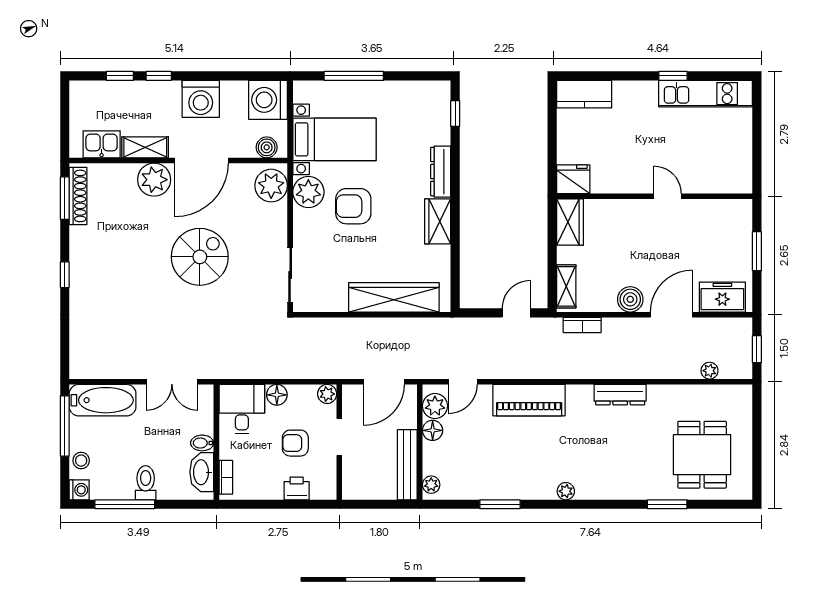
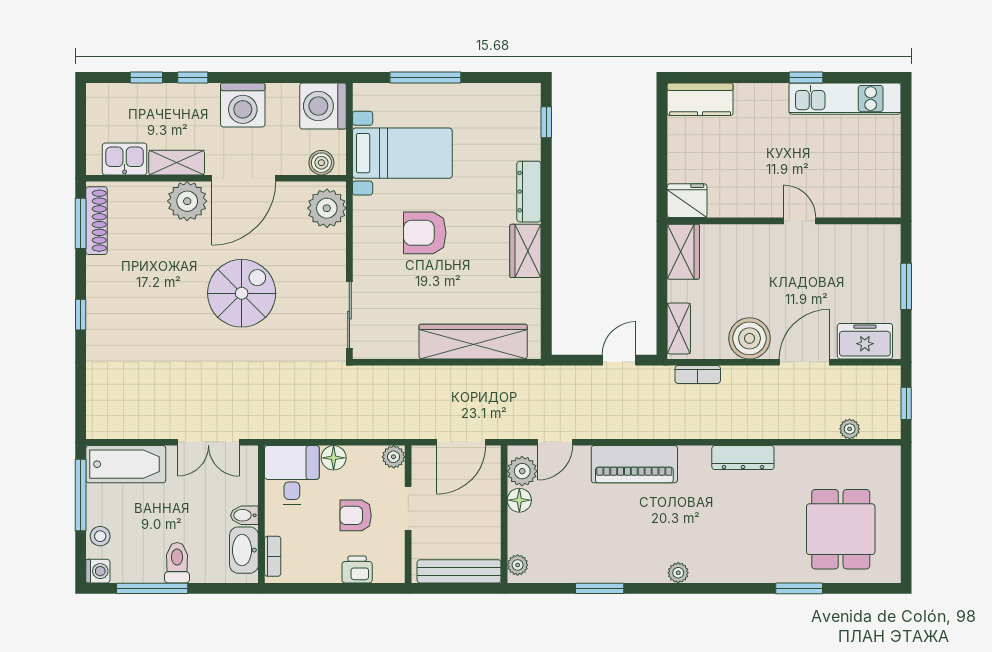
plant: (308, 192) -> (371, 216), removed
boiler: (630, 299) -> (750, 338), width x1.37, depth x1.37
bench: (407, 465) -> (459, 571), moved, turned 90

